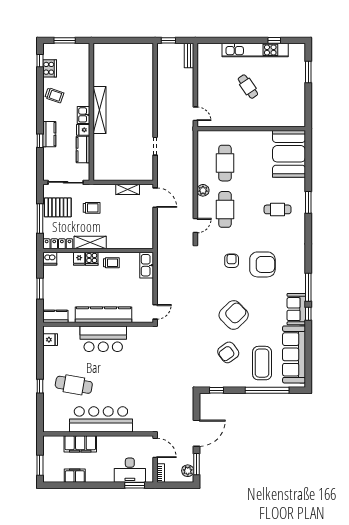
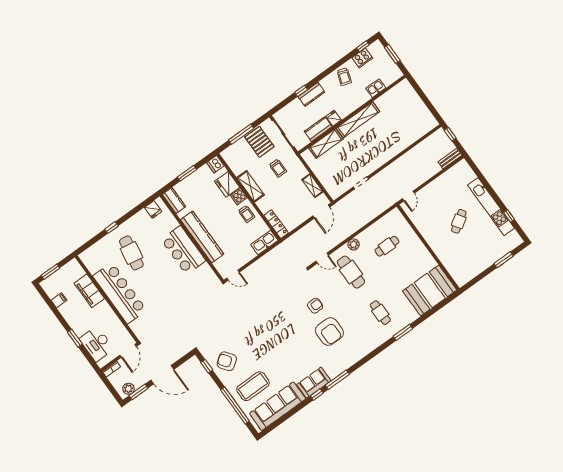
kitchen sink: (84, 115) -> (376, 88), moved
shelving: (100, 152) -> (326, 143), added
cafe table: (225, 163) -> (387, 246), width x0.73, depth x0.74
cafe table: (225, 209) -> (351, 272), turned 90
locker: (58, 244) -> (276, 224), moved
fridge: (79, 259) -> (227, 184), width x1.88, depth x1.34
armchair: (234, 315) -> (274, 338), removed
armchair: (228, 352) -> (227, 361), moved
filing cabinet: (75, 476) -> (59, 300), width x0.50
window: (135, 485) -> (75, 338), moved

